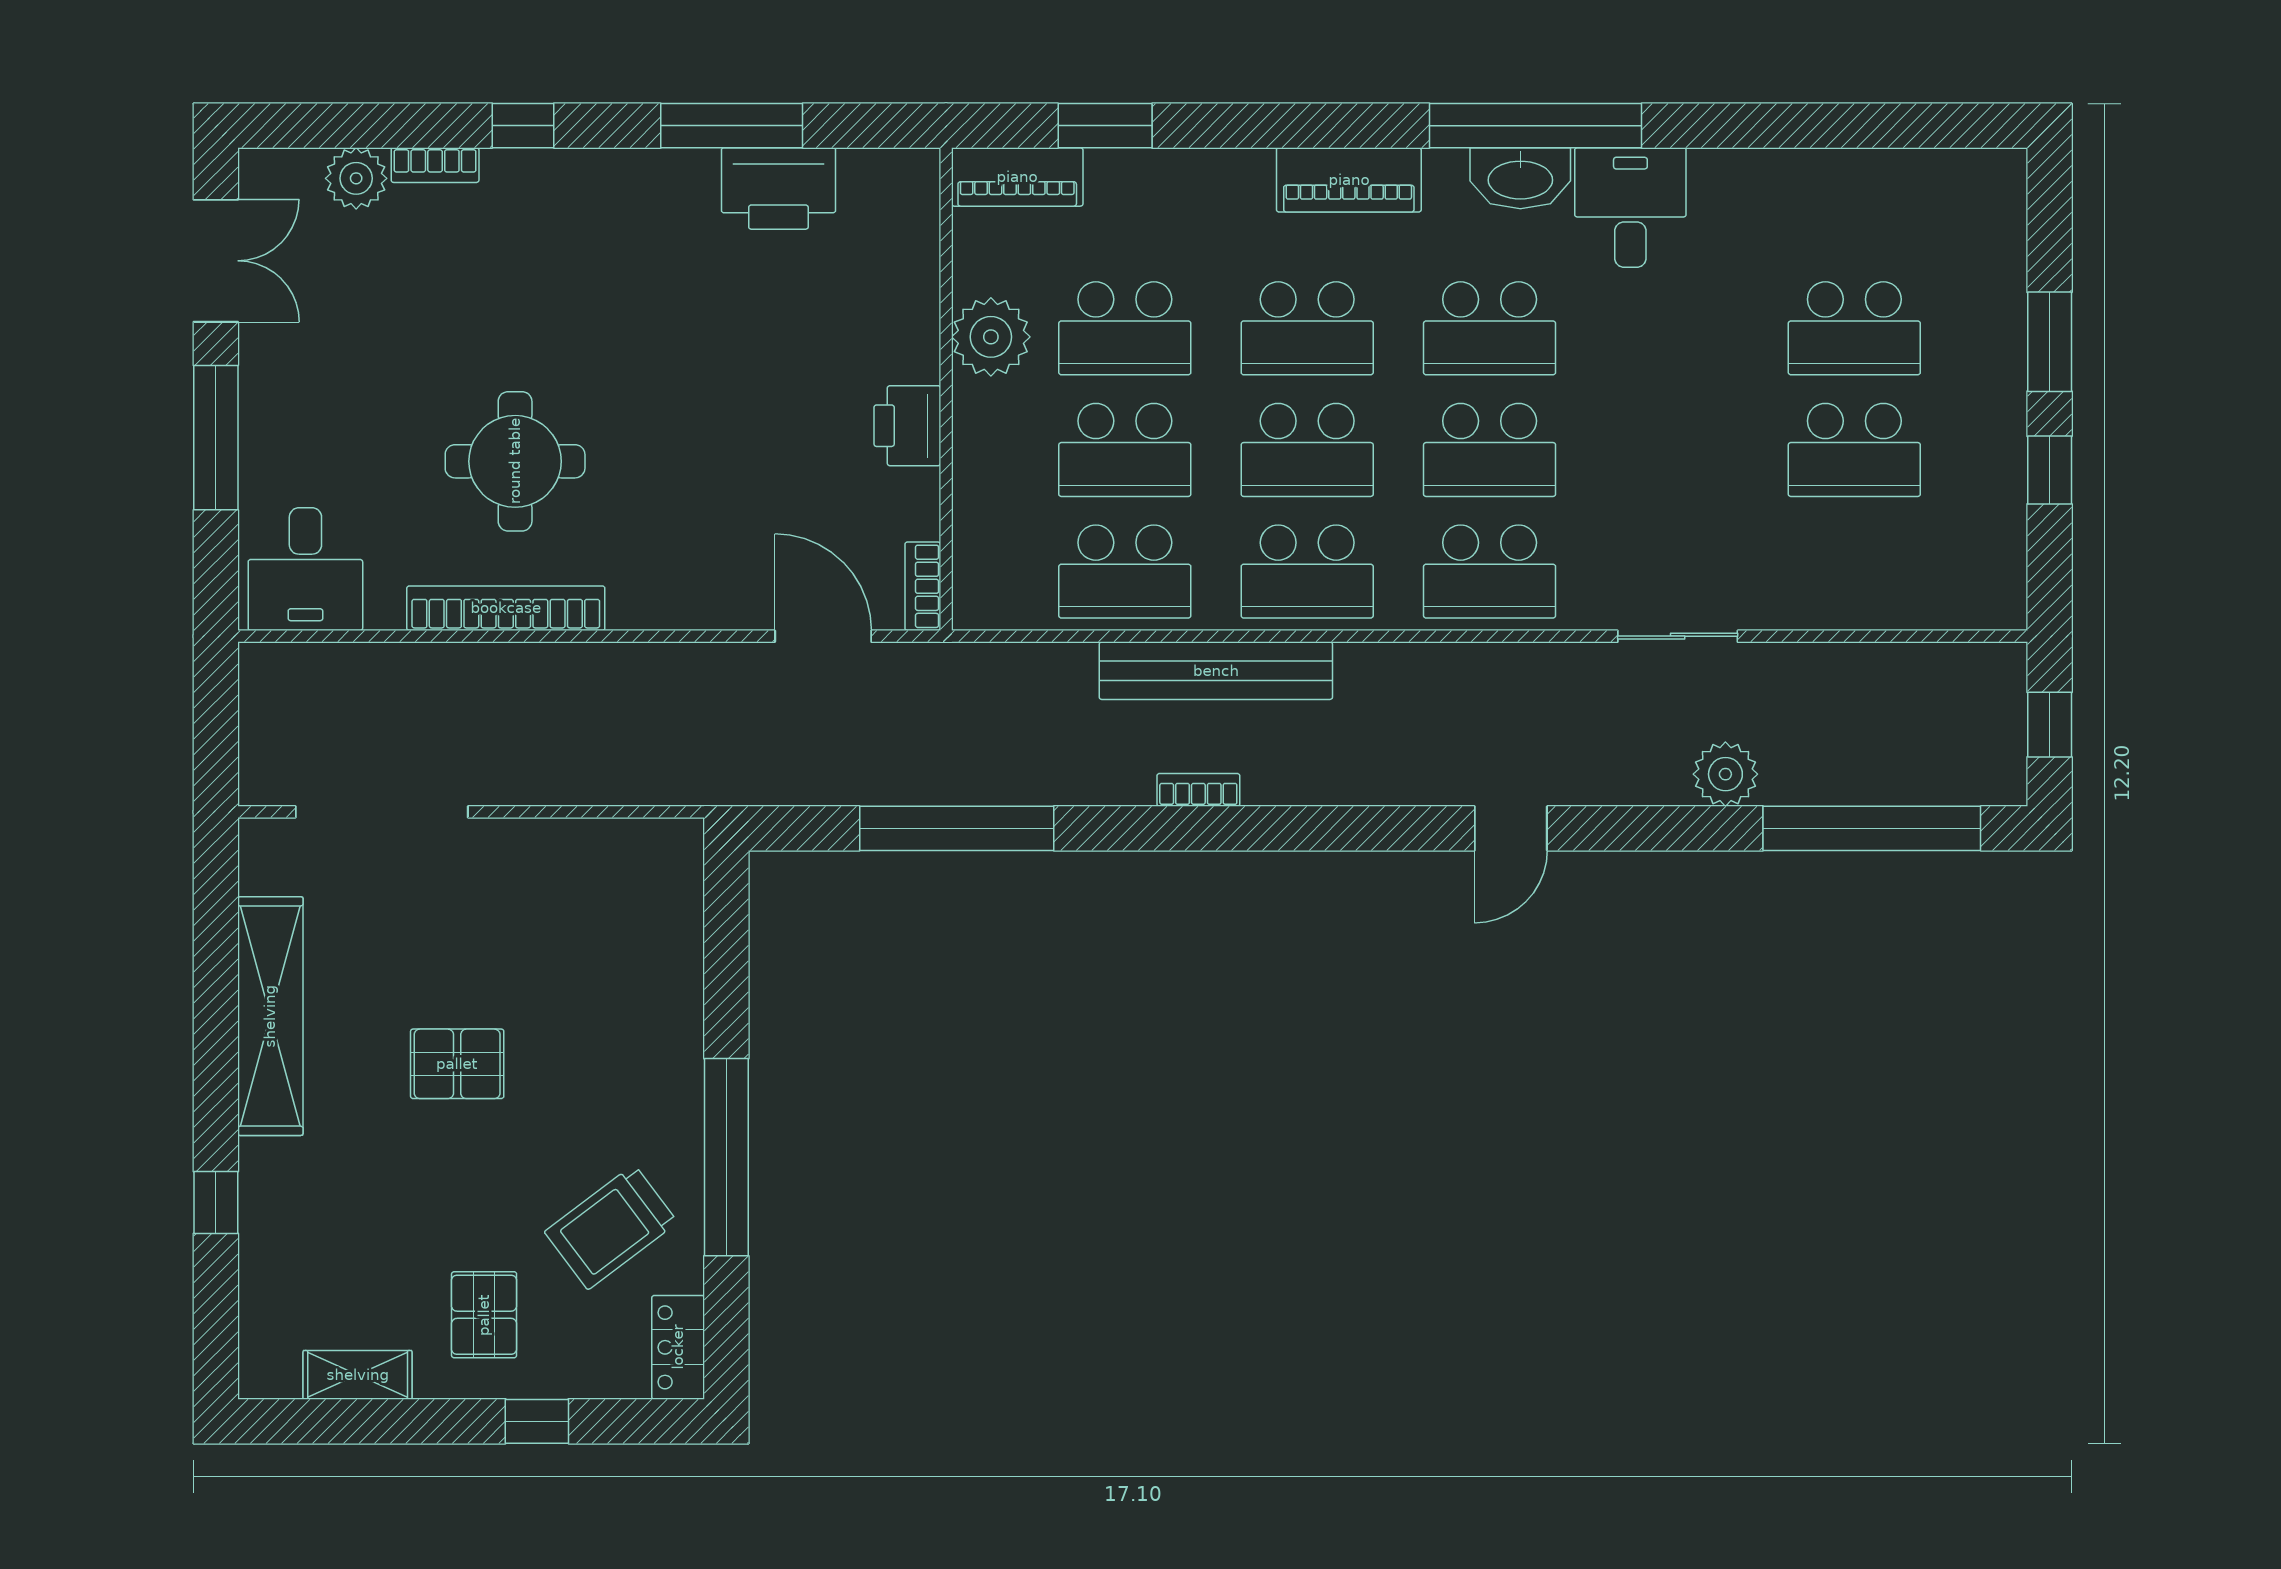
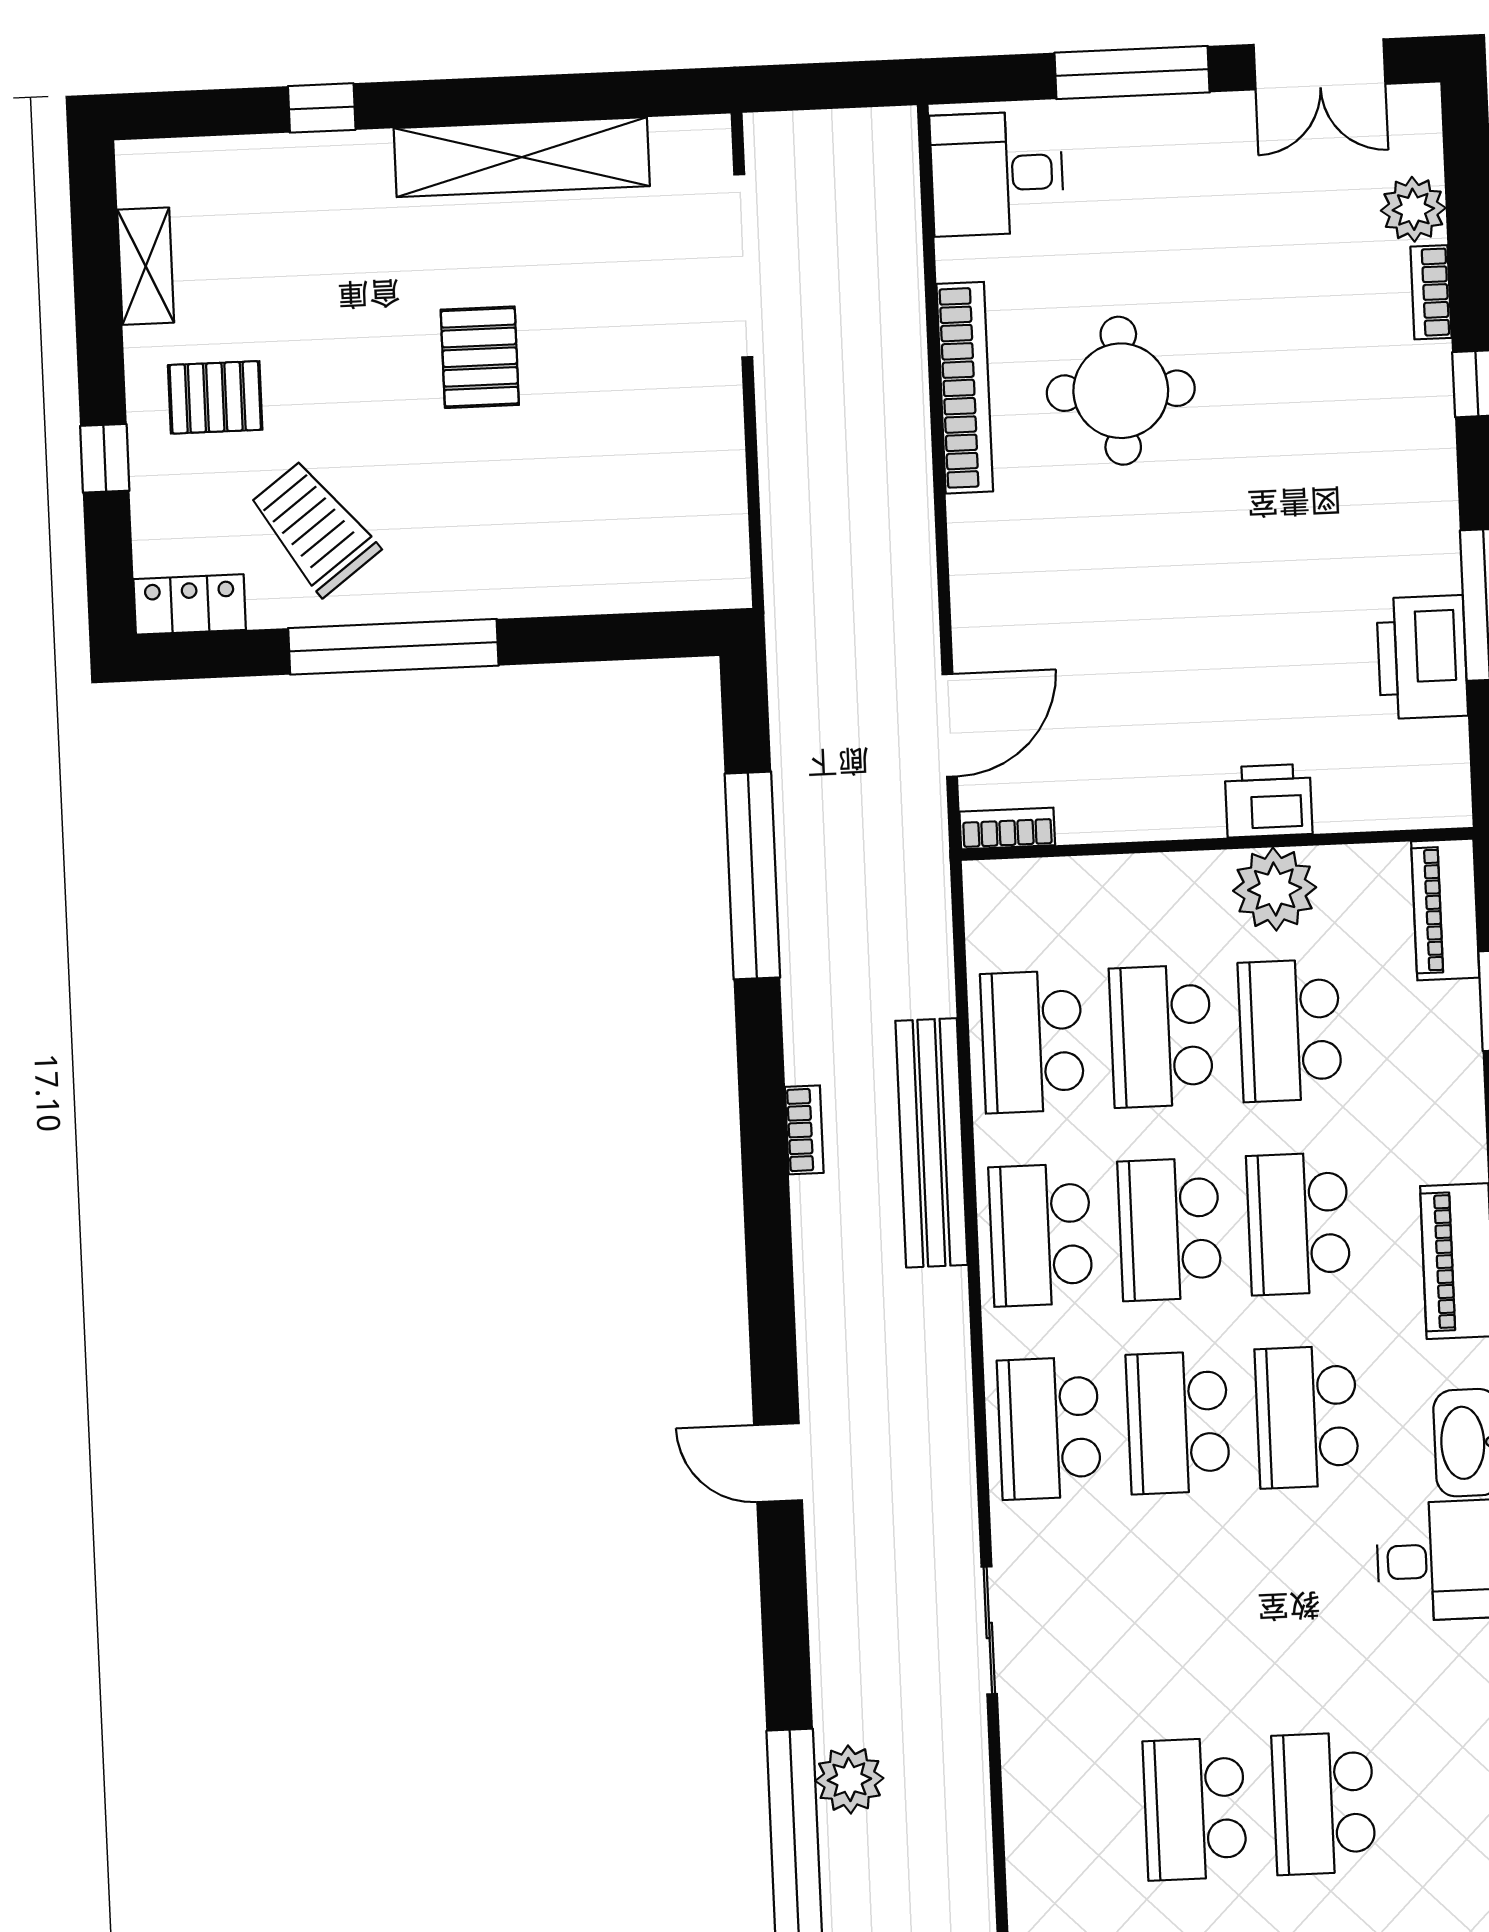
printer: (907, 426) -> (1269, 801), moved
plant: (1725, 774) -> (849, 1779), moved

